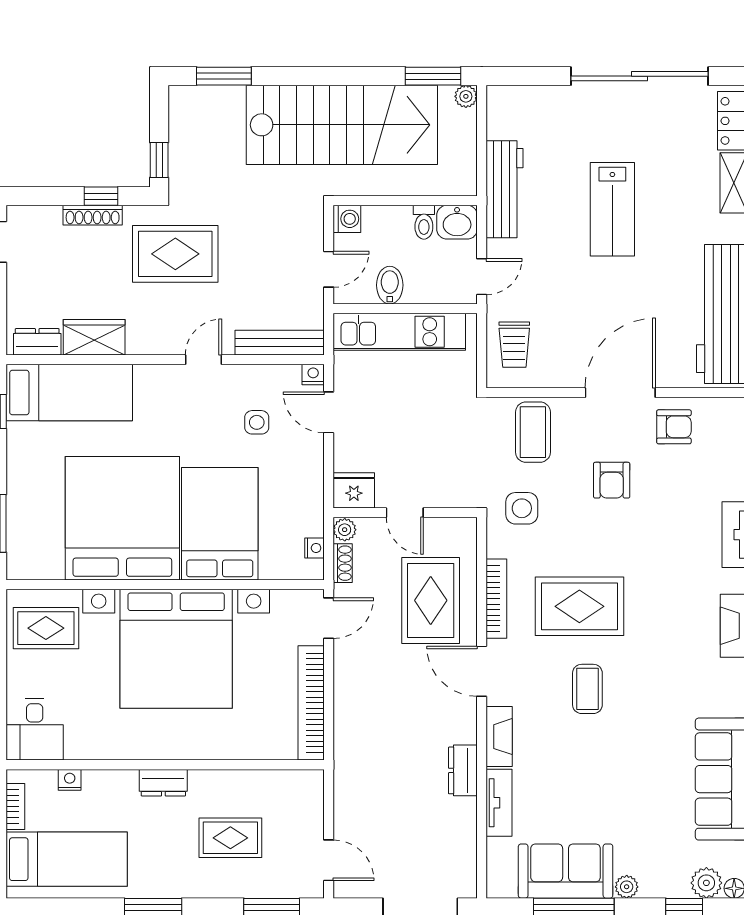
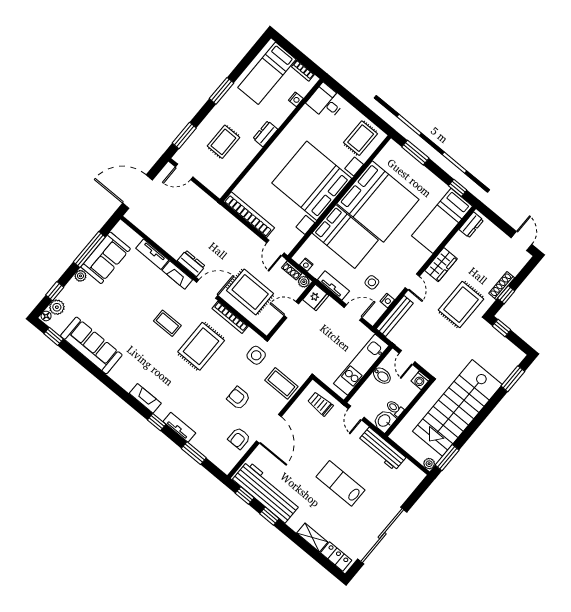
wardrobe: (94, 337) -> (441, 265), moved
nightstand: (313, 375) -> (387, 301), moved
tv unit: (312, 479) -> (333, 285), added
dresser: (463, 770) -> (191, 264), moved

